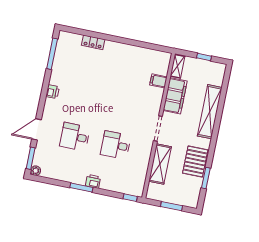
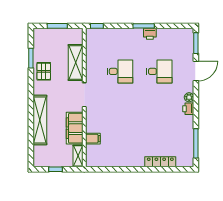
locker: (93, 42) -> (160, 162), width x1.53
pallet: (195, 162) -> (44, 71), width x0.67, depth x0.71
plant: (36, 171) -> (189, 97), moved
printer: (93, 181) -> (150, 34), moved

